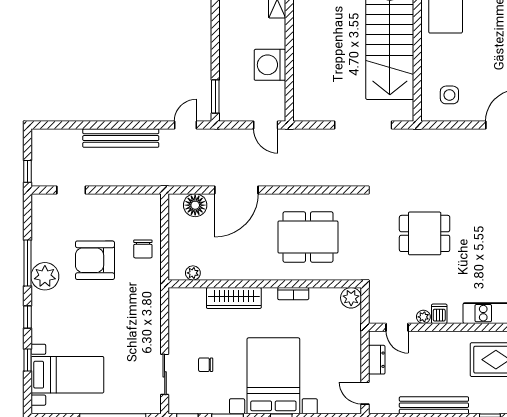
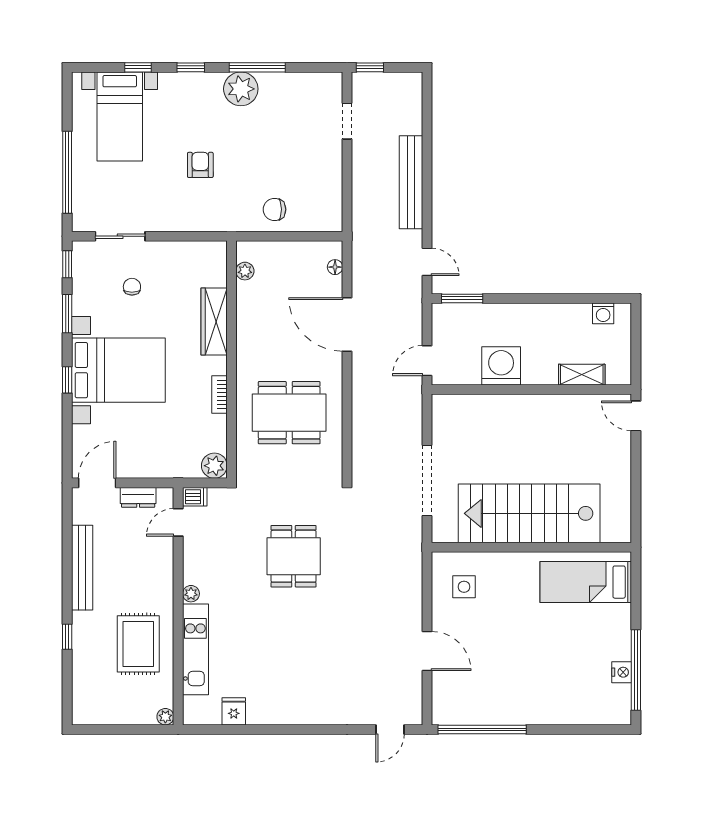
floor lamp: (195, 205) -> (335, 267), width x0.53, depth x0.53
dining table: (308, 237) -> (289, 413), turned 90
armchair: (95, 260) -> (200, 165), moved, width x0.53, depth x0.53
dishwasher: (439, 314) -> (195, 497), moved
plant: (423, 317) -> (191, 594), moved
door: (365, 393) -> (97, 483), width x1.38

